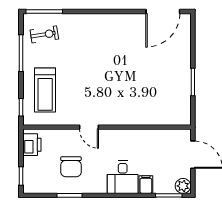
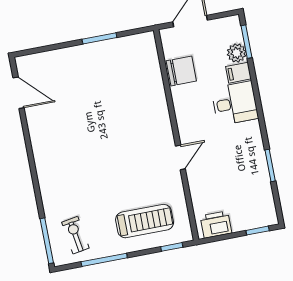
door: (163, 11) -> (19, 93), width x0.73
chair: (71, 167) -> (181, 71), moved
plant: (183, 186) -> (237, 53), moved

